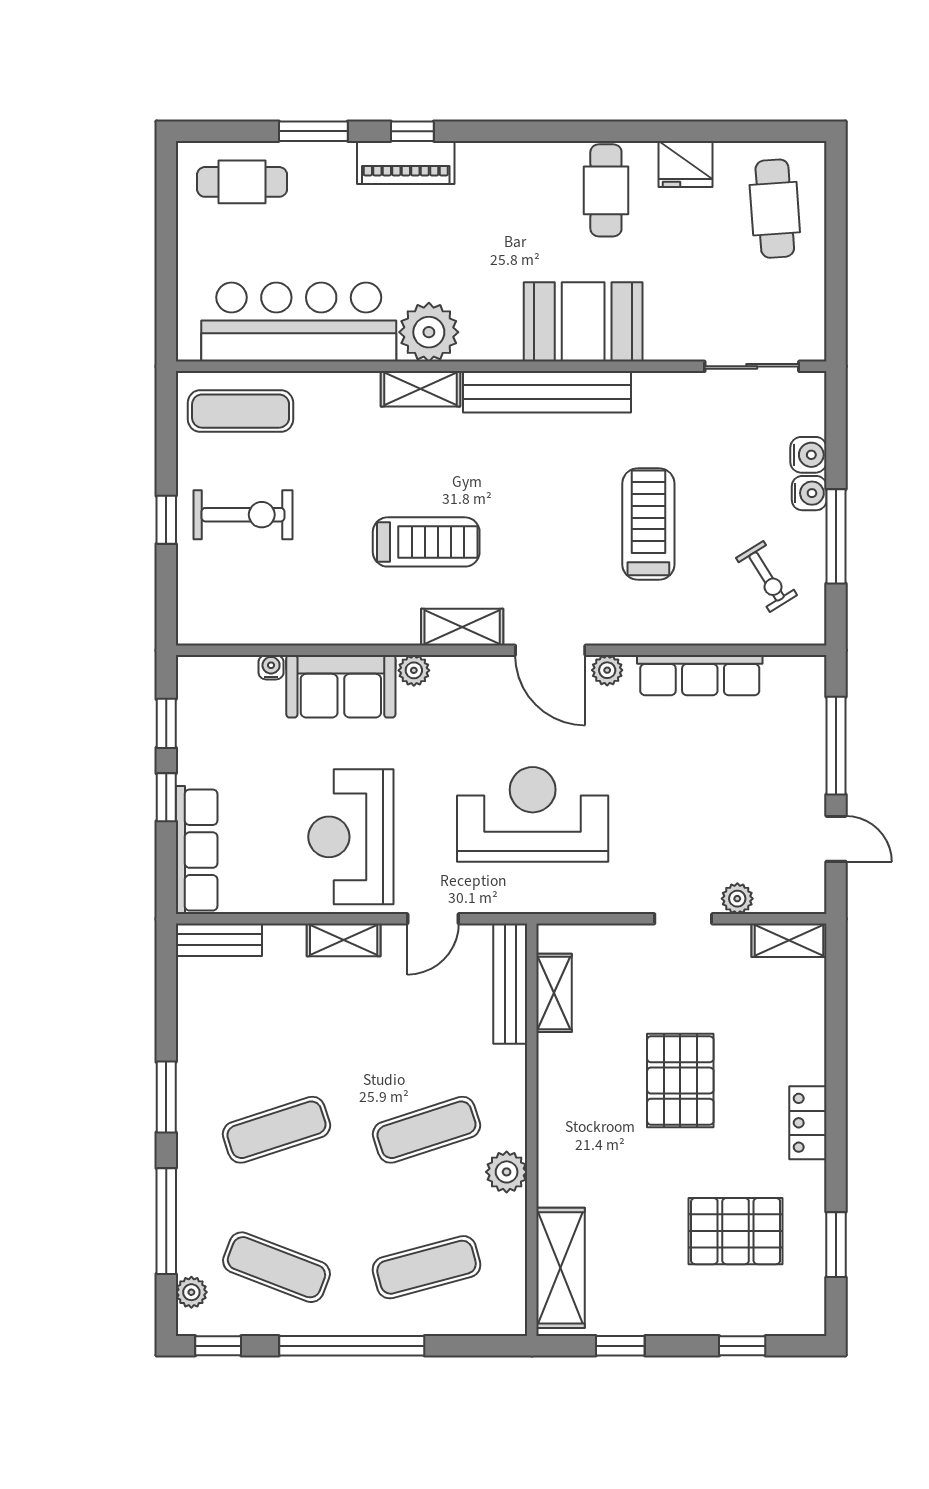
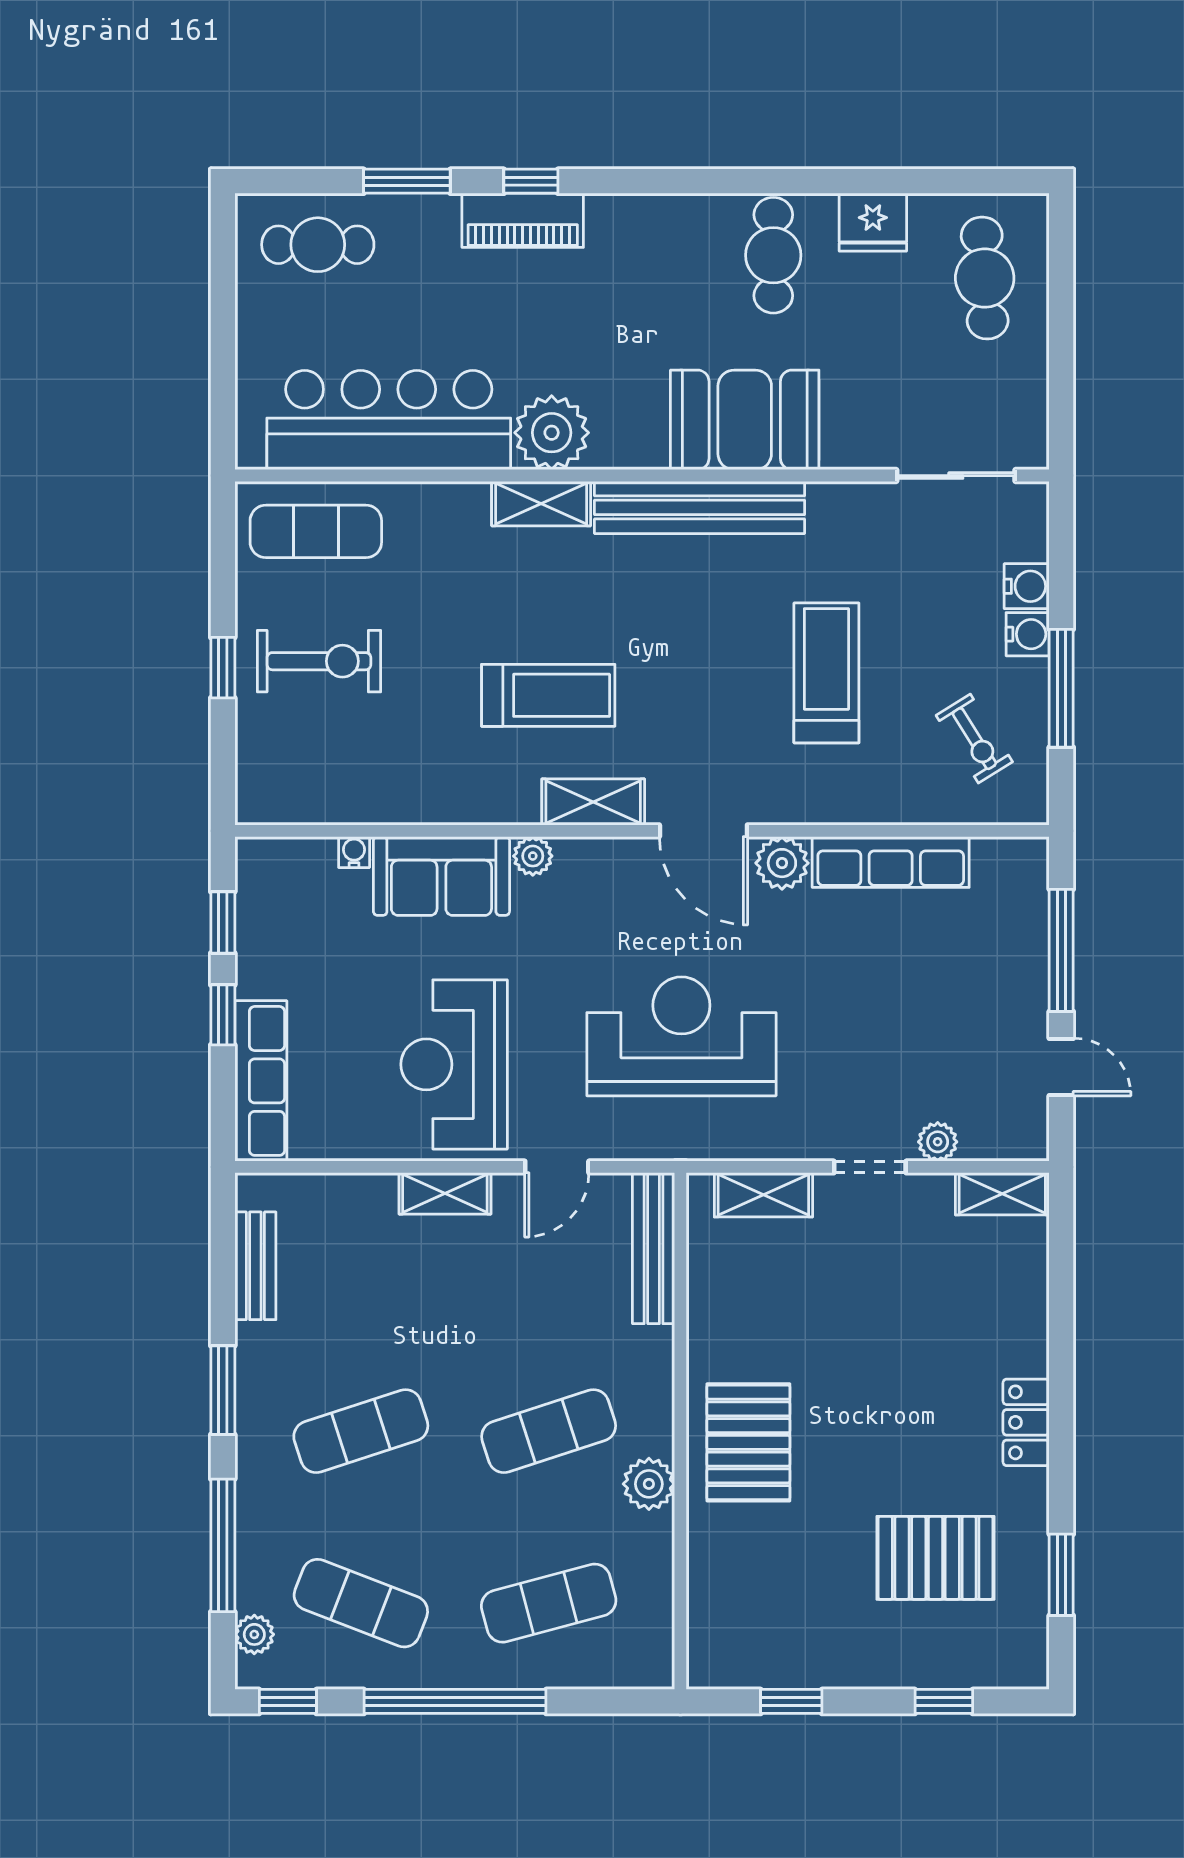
plant: (607, 670) -> (782, 863), width x1.38, depth x1.38
bench: (219, 940) -> (255, 1266), moved, turned 90
shelving: (554, 993) -> (763, 1195), moved, turned 90
pallet: (680, 1081) -> (748, 1442), moved
shelving: (561, 1268) -> (716, 1604), removed

